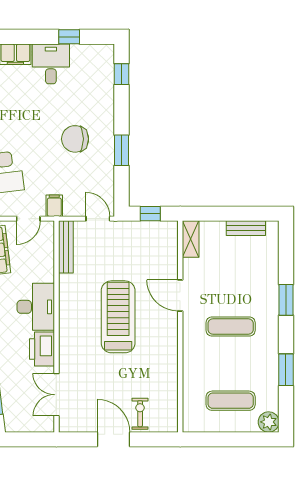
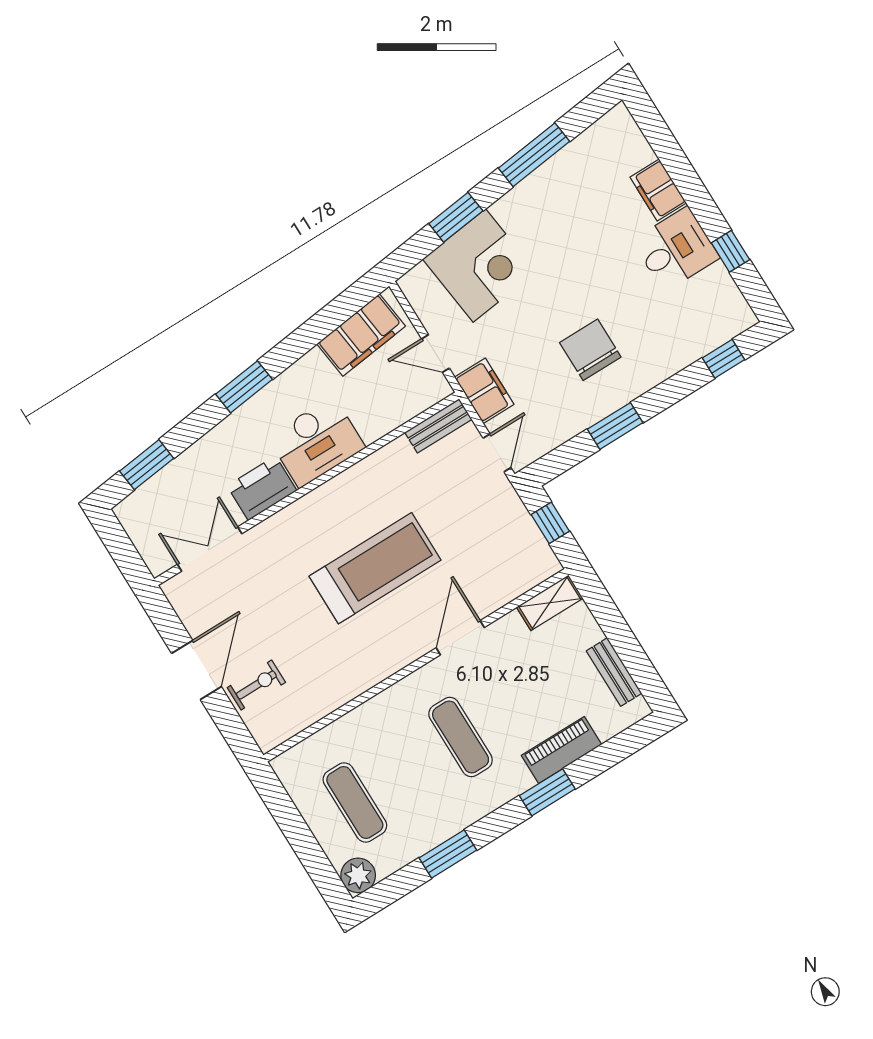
filing cabinet: (54, 206) -> (484, 391), width x2.00
bench: (66, 247) -> (438, 426), width x0.73
piano: (269, 279) -> (561, 750), added

